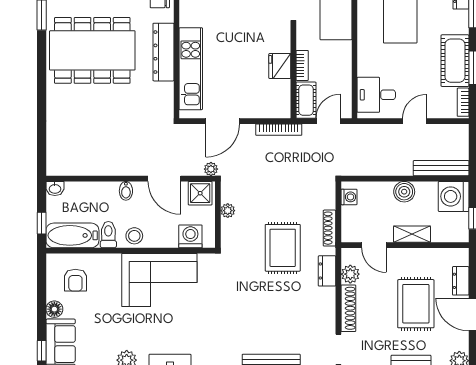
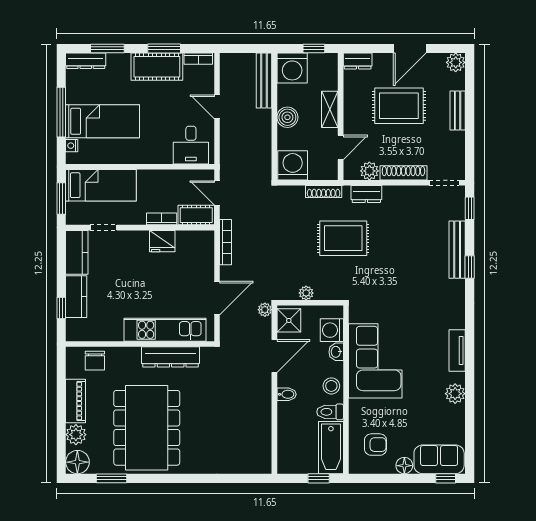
dresser: (163, 52) -> (171, 357), moved
door: (223, 121) -> (217, 298), hinge flipped
washbasin: (55, 188) -> (336, 352), moved, turned 180
washing machine: (349, 197) -> (293, 165), width x1.89, depth x1.89
dresser: (461, 281) -> (358, 61), moved

